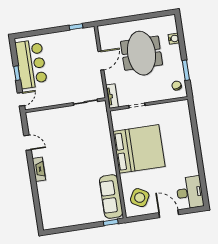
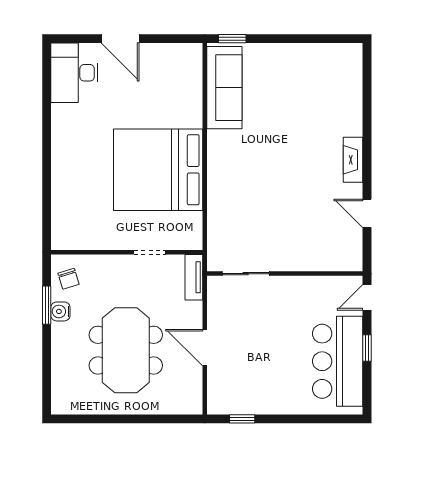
water cooler: (174, 39) -> (60, 311), moved
door: (101, 61) -> (205, 348), hinge flipped
side table: (140, 198) -> (170, 77), removed

